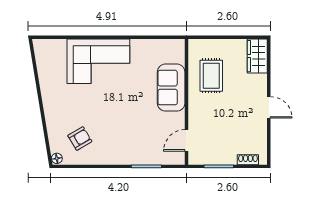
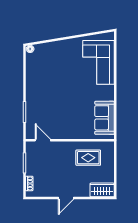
corner sofa: (98, 61) -> (98, 62), moved
sofa: (171, 88) -> (105, 118), moved, turned -90
armchair: (80, 138) -> (44, 65), removed

